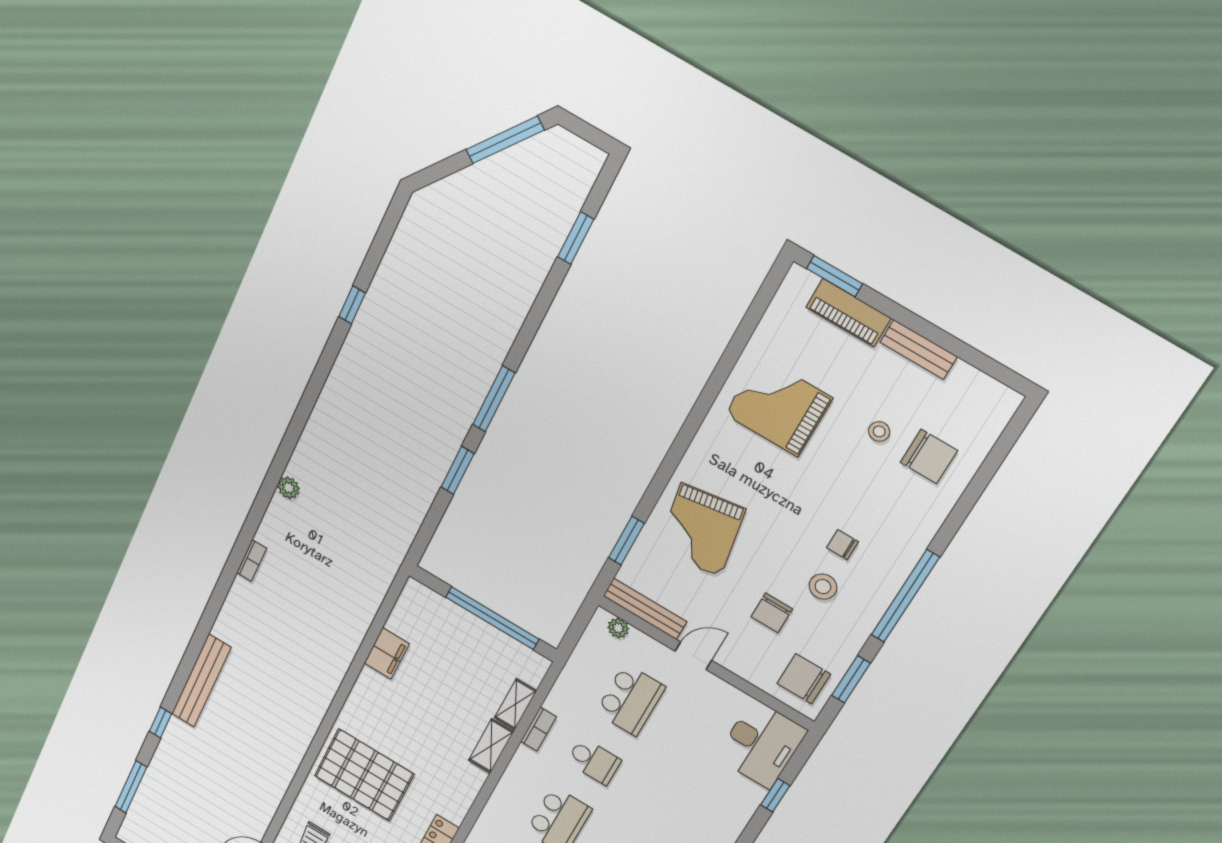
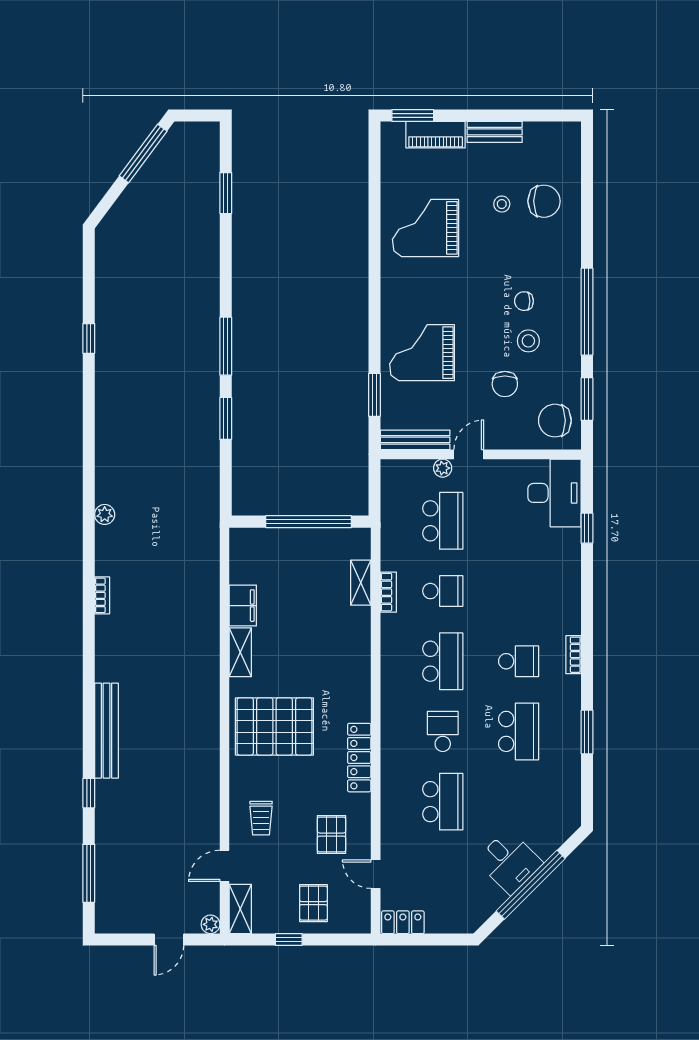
grand piano: (701, 530) -> (422, 353), turned 99
plant: (618, 628) -> (443, 468), moved
shelving: (491, 746) -> (240, 652), moved

